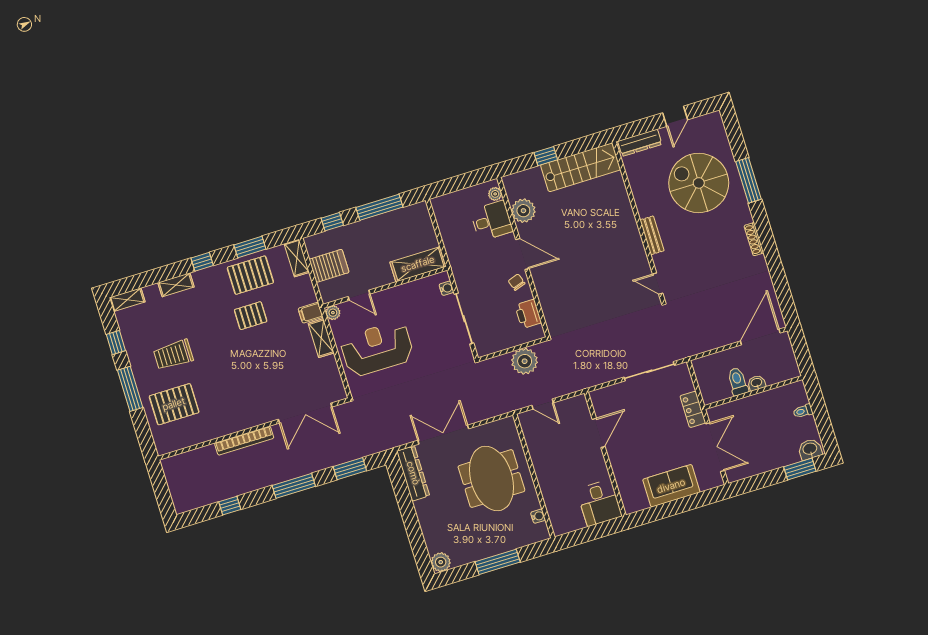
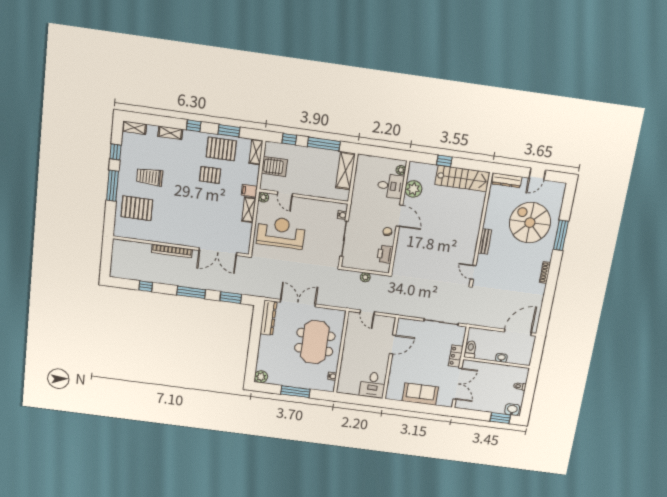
shelving: (418, 264) -> (345, 171), moved, turned 90
plant: (525, 361) -> (365, 277), width x0.53, depth x0.53
toilet: (738, 382) -> (470, 349), moved

